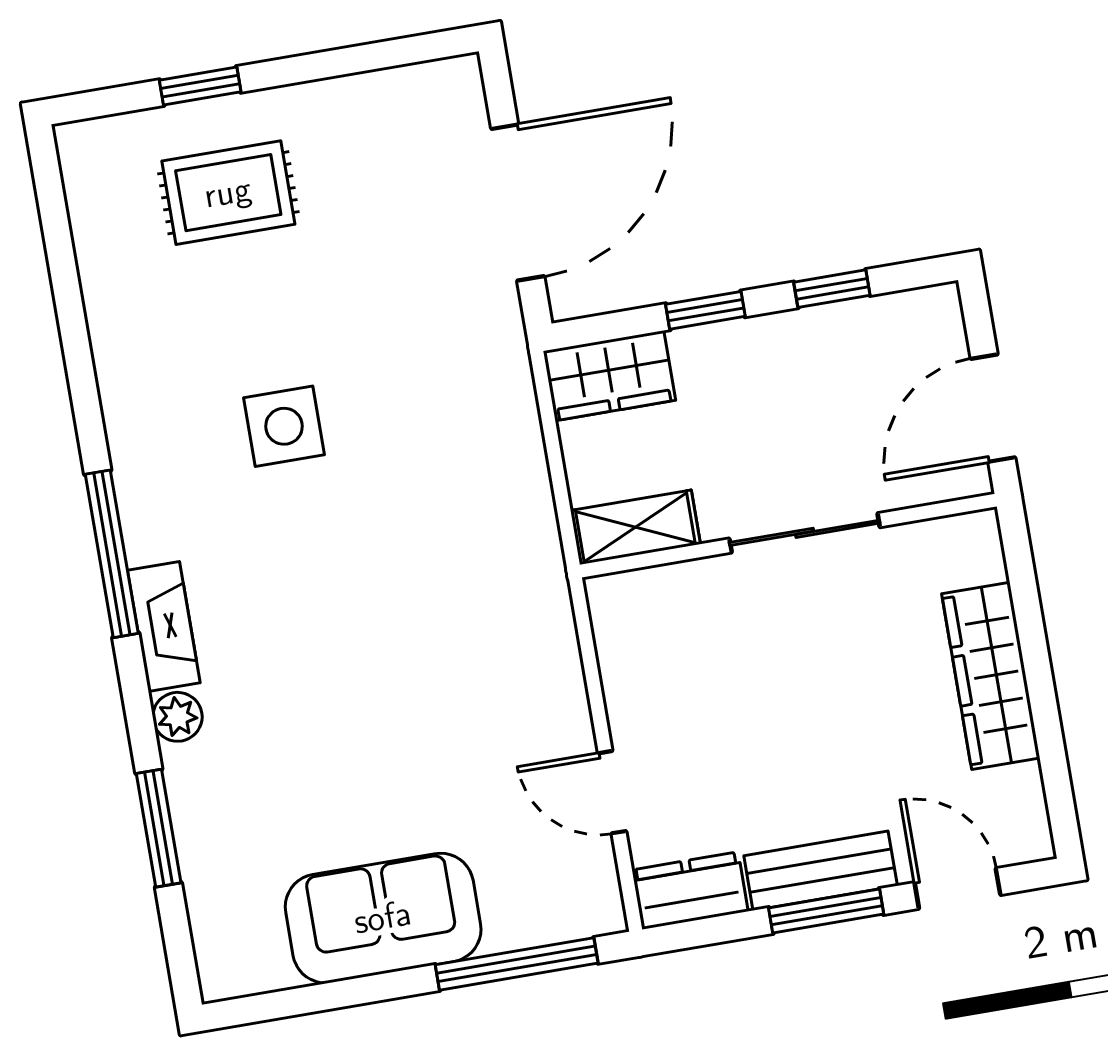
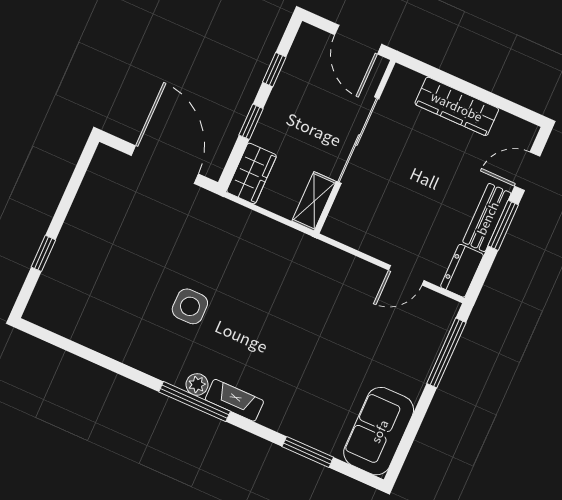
rug: (228, 193) -> (90, 269), removed
sliding door: (805, 533) -> (358, 140), width x1.37
plant: (177, 717) -> (197, 384), moved
sofa: (383, 918) -> (379, 431), moved

